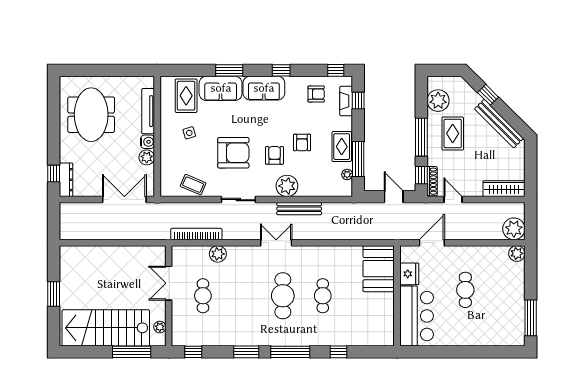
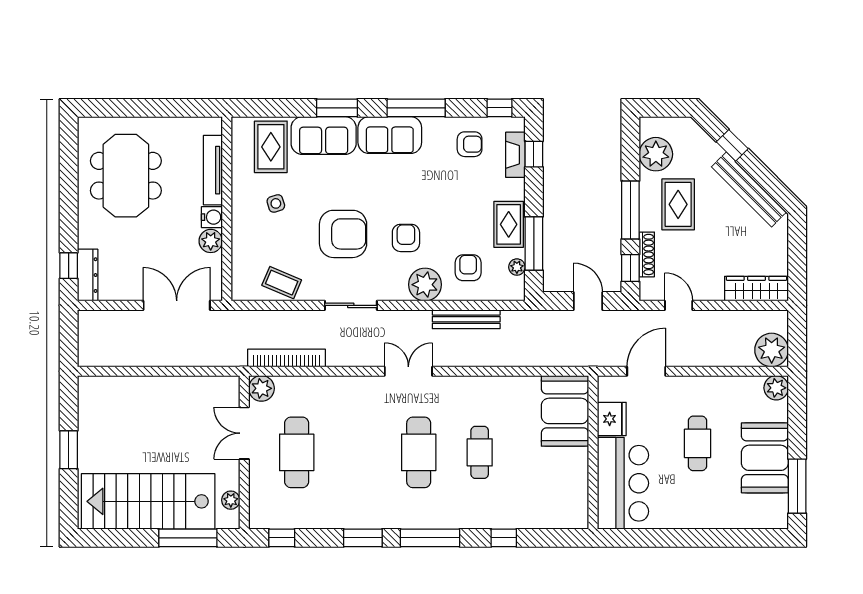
window: (281, 70) -> (416, 108), width x2.17
armchair: (302, 143) -> (468, 268), moved, turned 180
shoe rack: (432, 181) -> (647, 254), moved
bench: (299, 209) -> (466, 319), moved
plant: (218, 254) -> (261, 388), moved
cafe table: (203, 296) -> (297, 452), width x1.37, depth x1.35
booth: (509, 299) -> (765, 458), added

